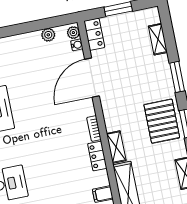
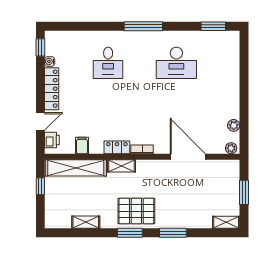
locker: (94, 34) -> (226, 167), removed
shelving: (158, 39) -> (226, 222), moved
water cooler: (77, 45) -> (220, 149), removed

